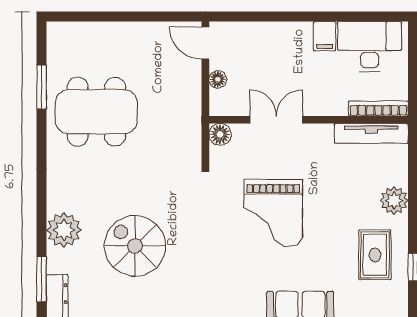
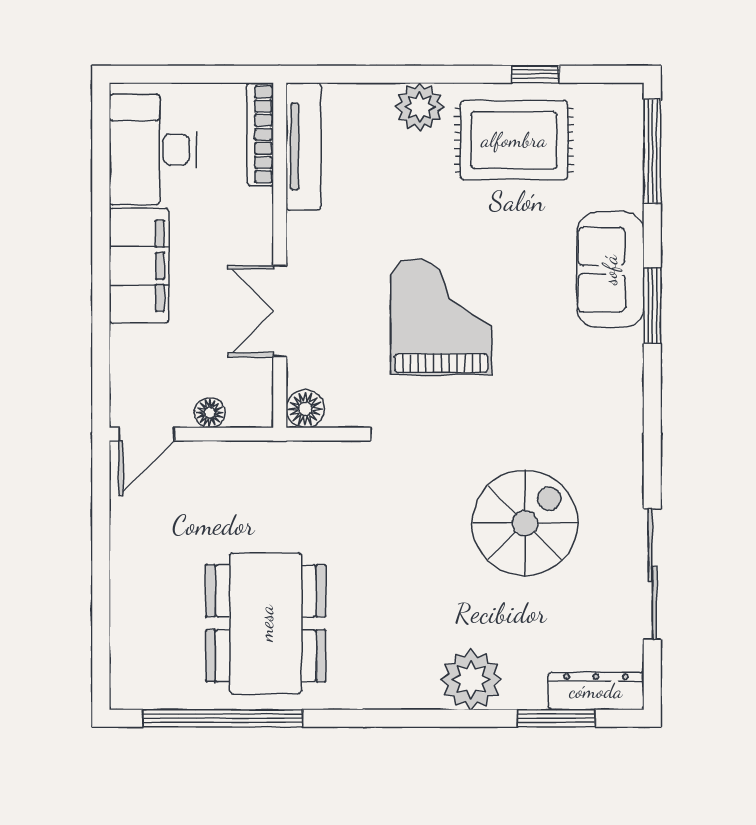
filing cabinet: (325, 36) -> (139, 266), width x3.00, depth x1.17
window: (42, 87) -> (223, 718), width x2.11
grand piano: (273, 213) -> (441, 317), turned -90
spiral stairs: (135, 246) -> (525, 523), moved, turned 180
rug: (375, 255) -> (514, 140), width x1.36, depth x1.43

